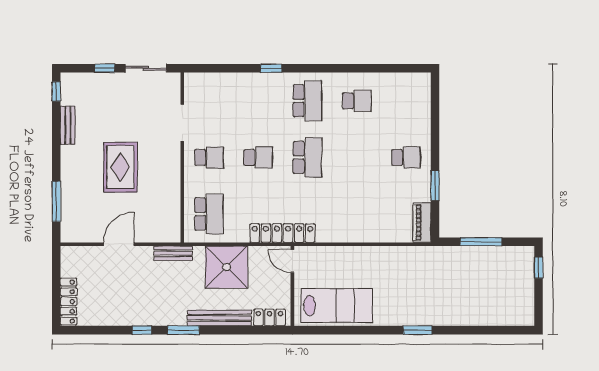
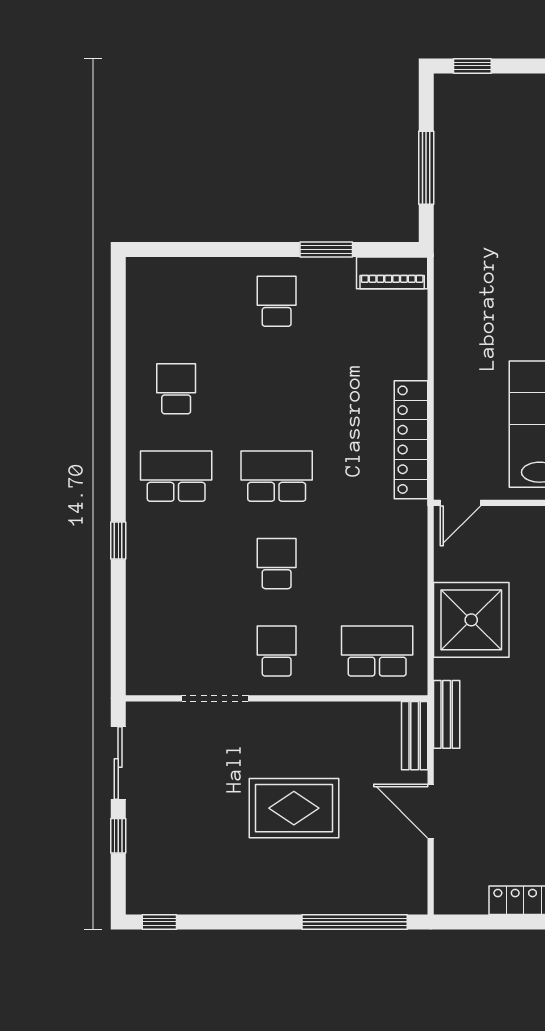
bench: (68, 125) -> (415, 736), moved, turned 90
window: (56, 201) -> (355, 922), width x1.46
locker: (282, 233) -> (411, 440), moved

